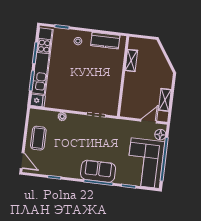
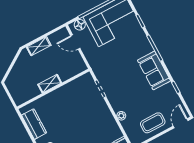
shelving: (131, 60) -> (50, 84), moved
shelving: (165, 100) -> (39, 46), moved
sofa: (98, 171) -> (154, 71), moved

